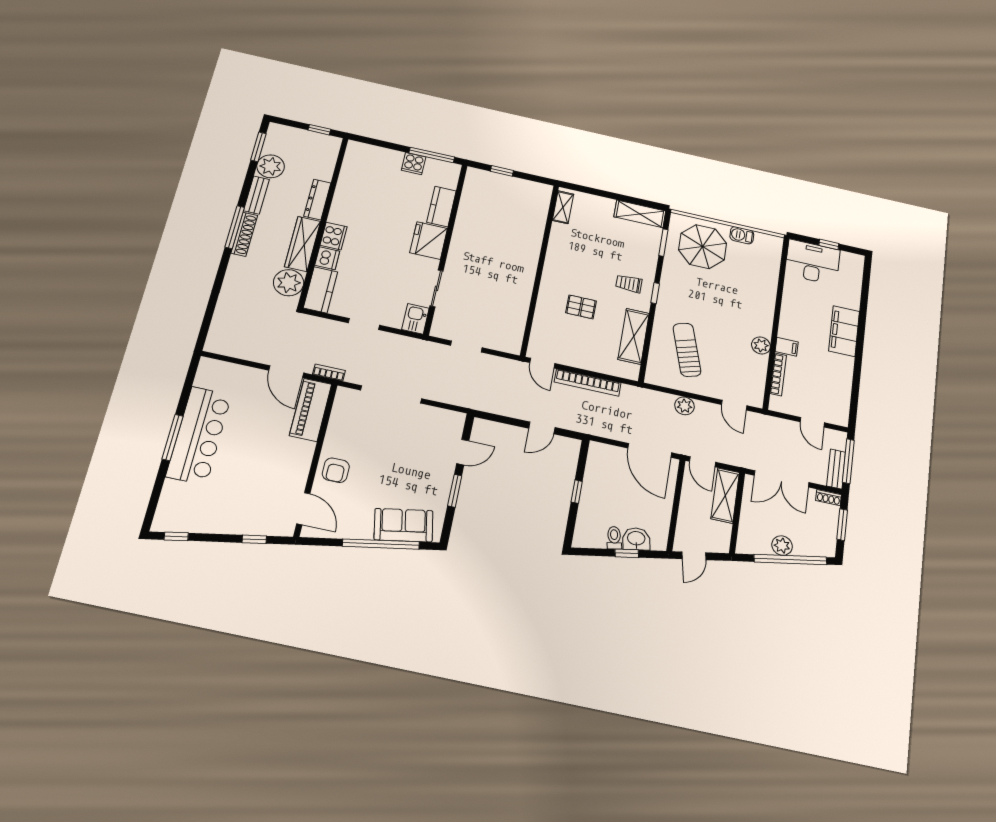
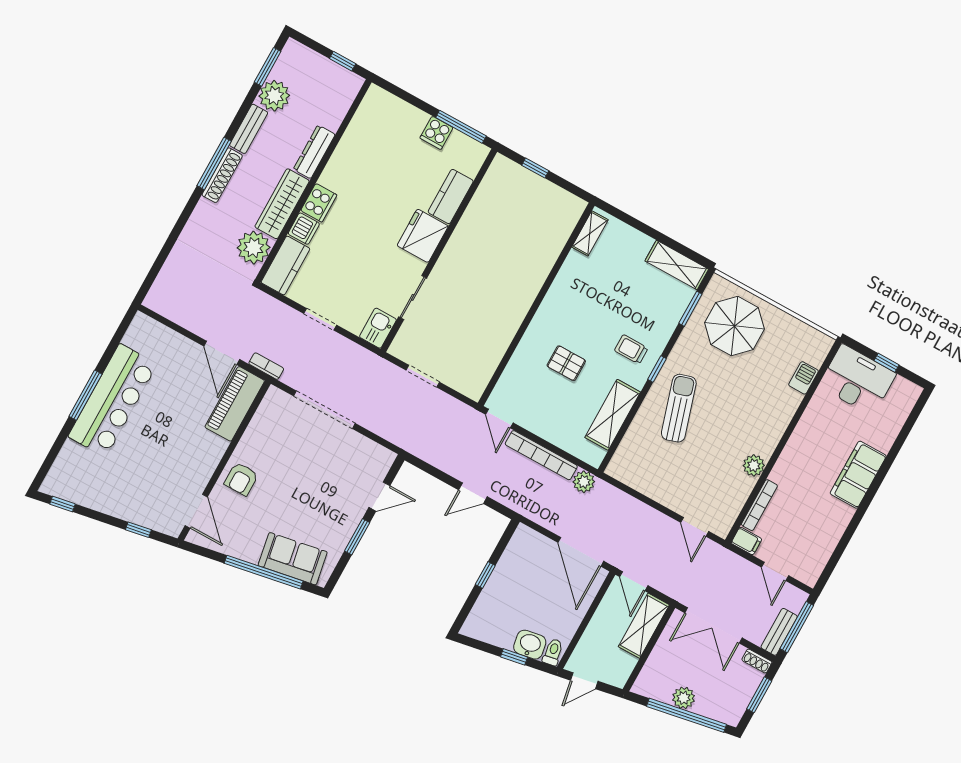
barbecue: (742, 235) -> (803, 378), moved, turned 90
filing cabinet: (787, 347) -> (746, 541), moved
sun lounger: (687, 350) -> (679, 408), moved
plant: (684, 406) -> (584, 482), moved
toilet: (614, 538) -> (553, 652), moved

